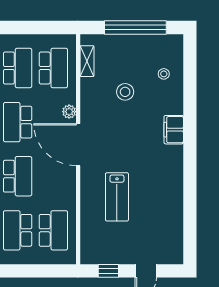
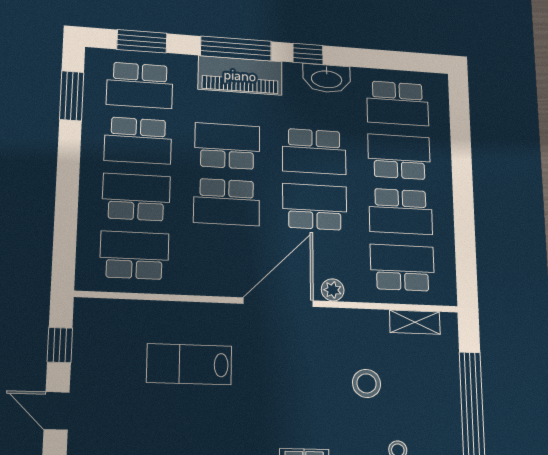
school desk: (53, 68) -> (402, 268), turned 180
school desk: (53, 230) -> (134, 255), turned 180

